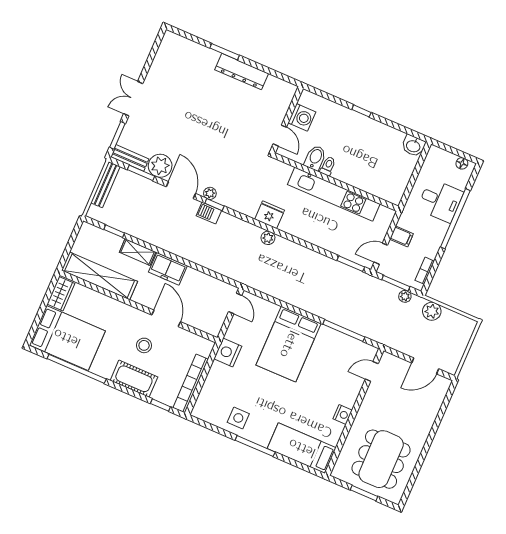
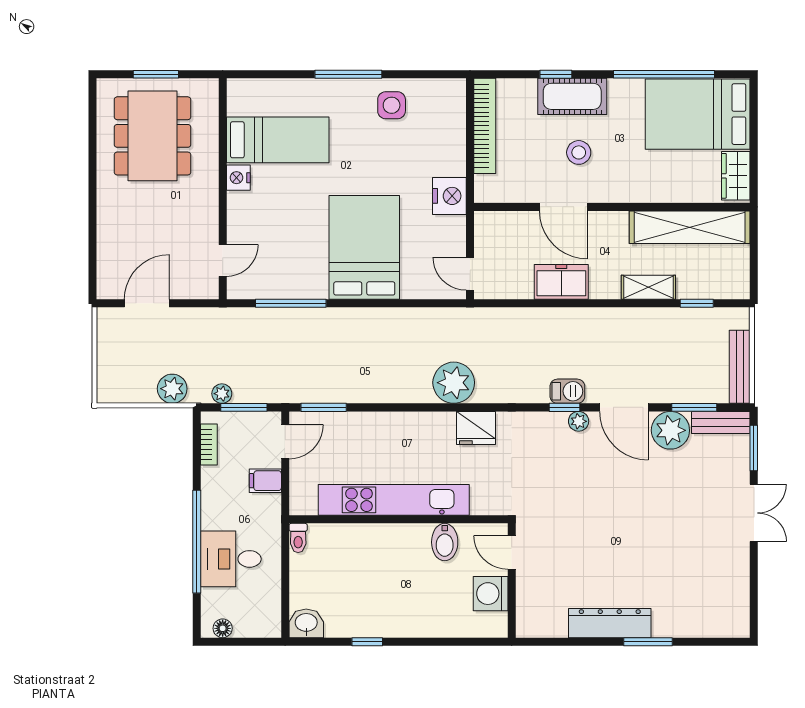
window: (361, 111) -> (367, 642), moved
toilet: (328, 166) -> (298, 538), moved
plant: (268, 238) -> (454, 383), width x1.87, depth x1.87
freezer: (168, 269) -> (561, 282), moved
window: (160, 405) -> (556, 74), moved
bed: (302, 448) -> (278, 140), moved

